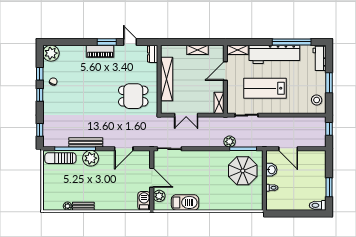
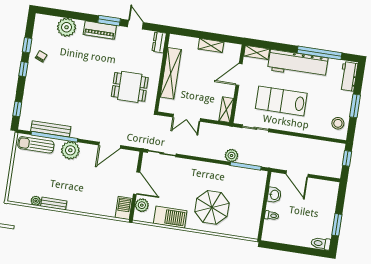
plant: (51, 53) -> (67, 27), moved
bench: (86, 142) -> (51, 129), moved
parasol: (243, 171) -> (212, 207), moved

